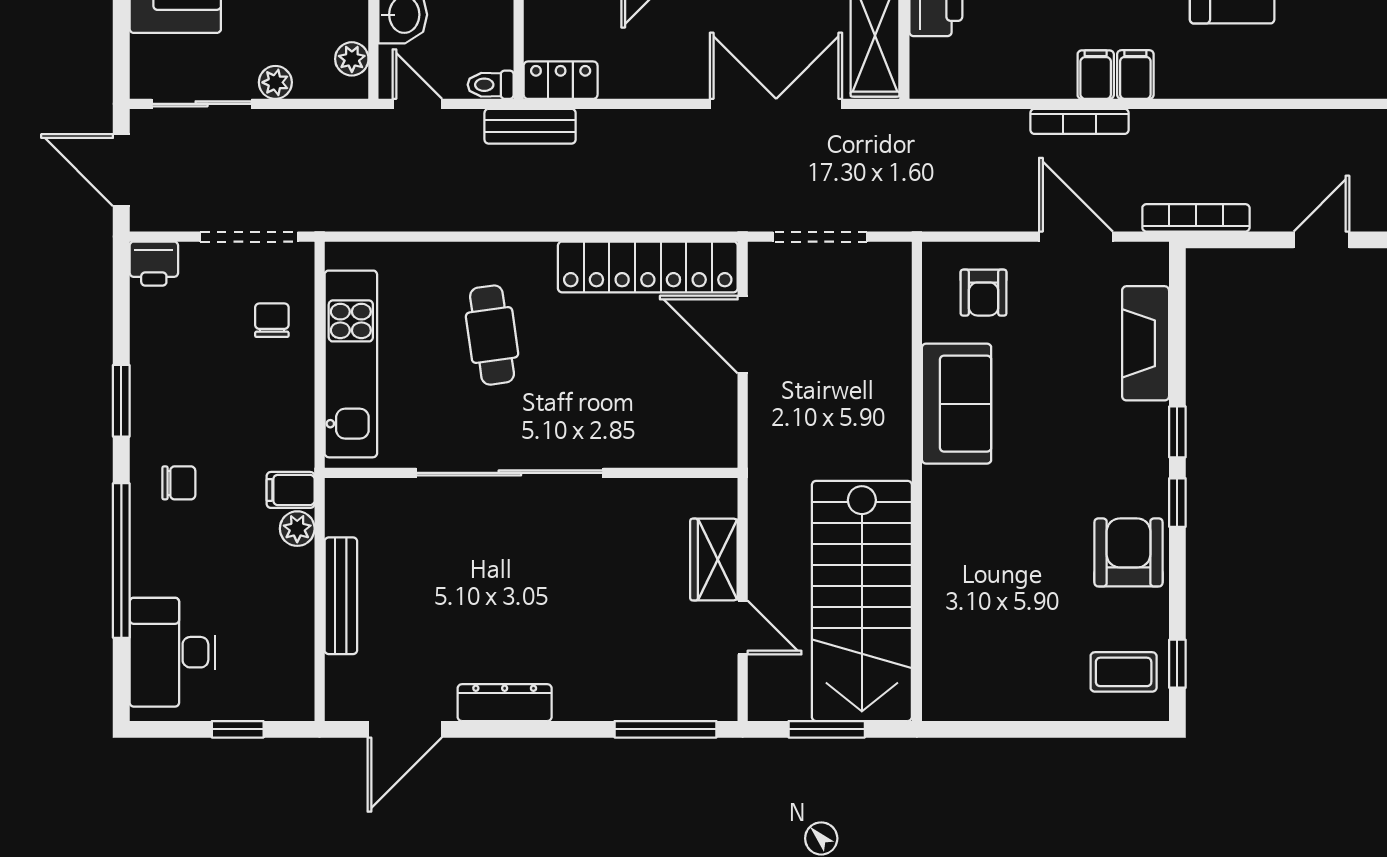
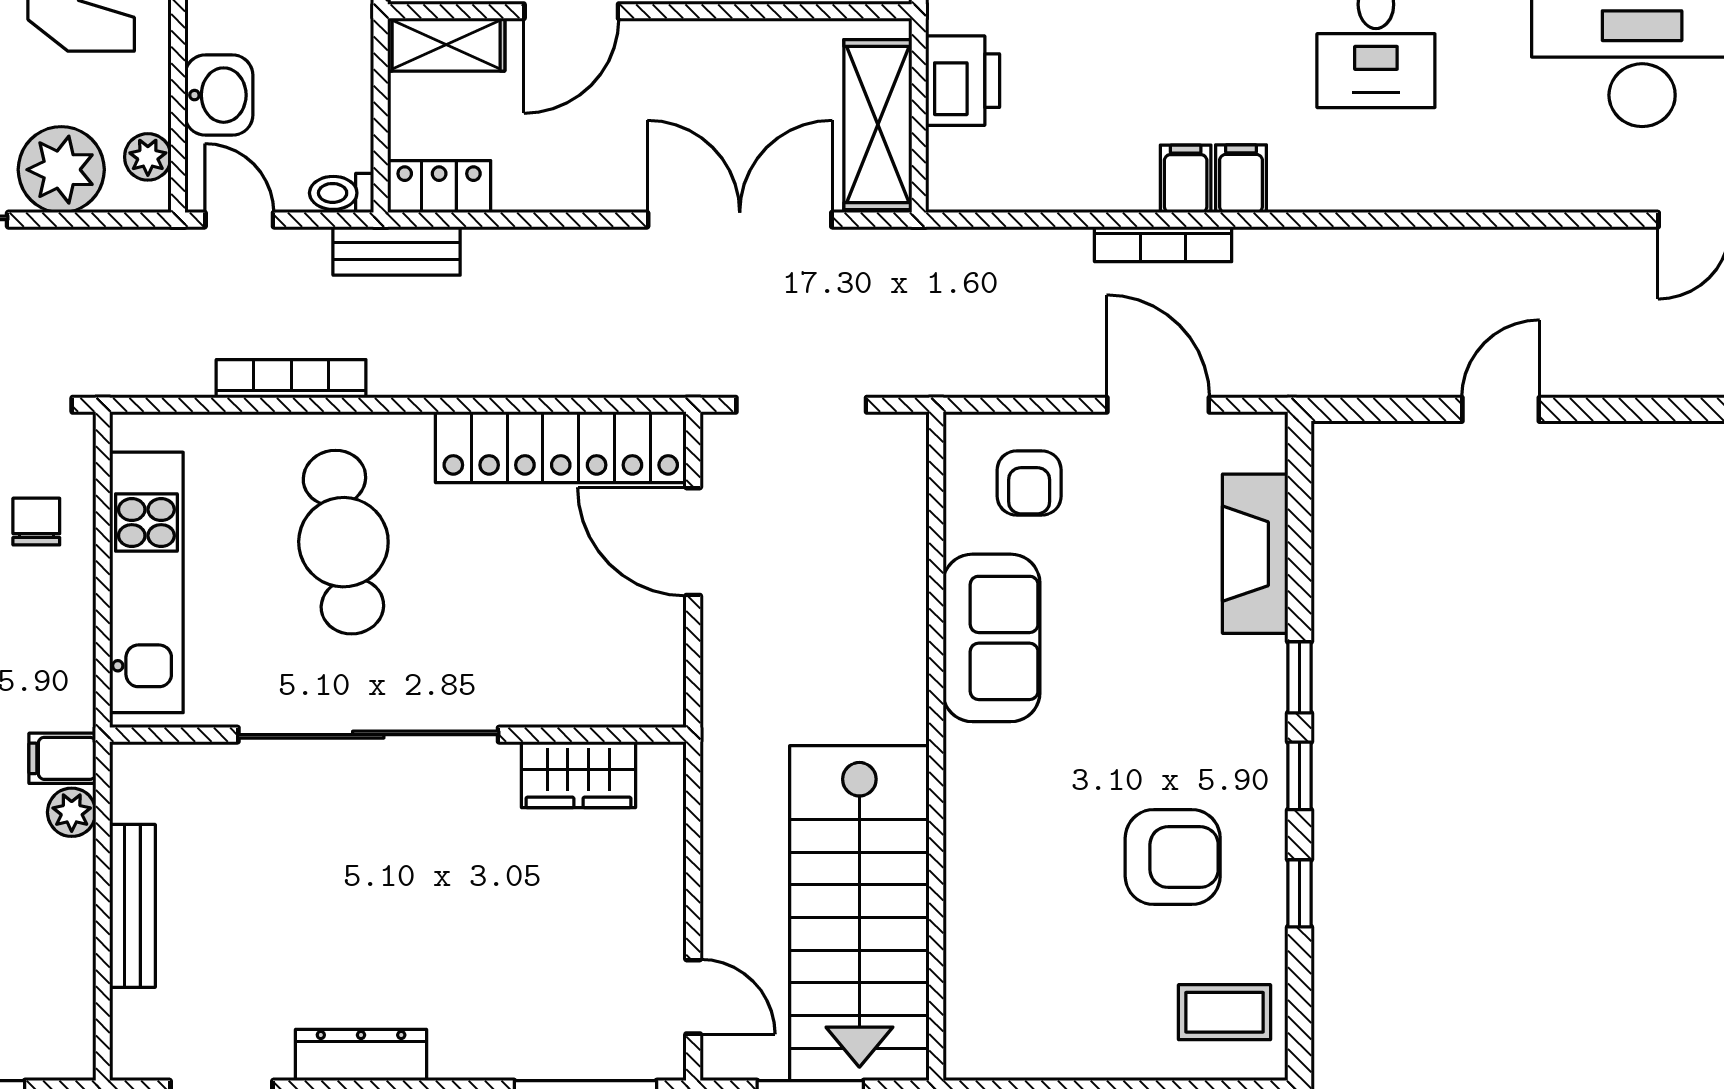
plant: (275, 82) -> (61, 170), width x1.88, depth x1.88
bookcase: (1196, 218) -> (291, 379), moved
cafe table: (492, 335) -> (343, 542), width x1.37, depth x1.35
armchair: (1129, 552) -> (1173, 857), moved, turned 90
wardrobe: (714, 560) -> (578, 775), moved, turned -90
door: (743, 627) -> (693, 997), moved
window: (1177, 664) -> (1300, 893), moved

